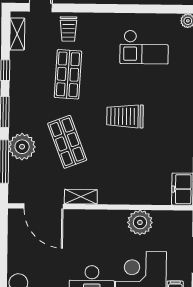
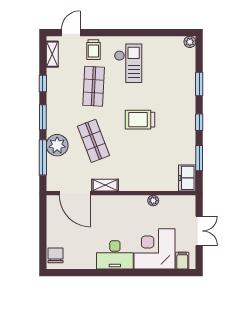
checkout: (144, 47) -> (128, 63), moved, turned -90
plant: (140, 222) -> (153, 201), width x0.53, depth x0.53

